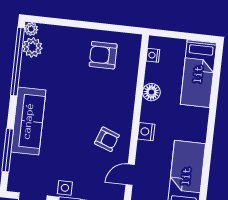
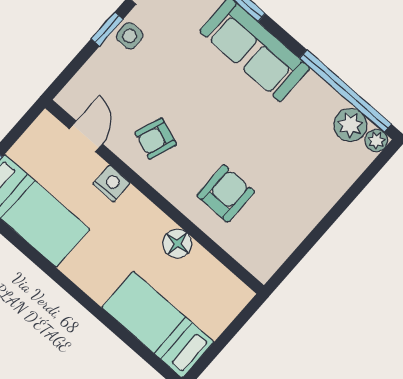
armchair: (103, 55) -> (226, 193), moved
nightstand: (153, 55) -> (226, 280), removed
nightstand: (146, 132) -> (111, 184), moved

